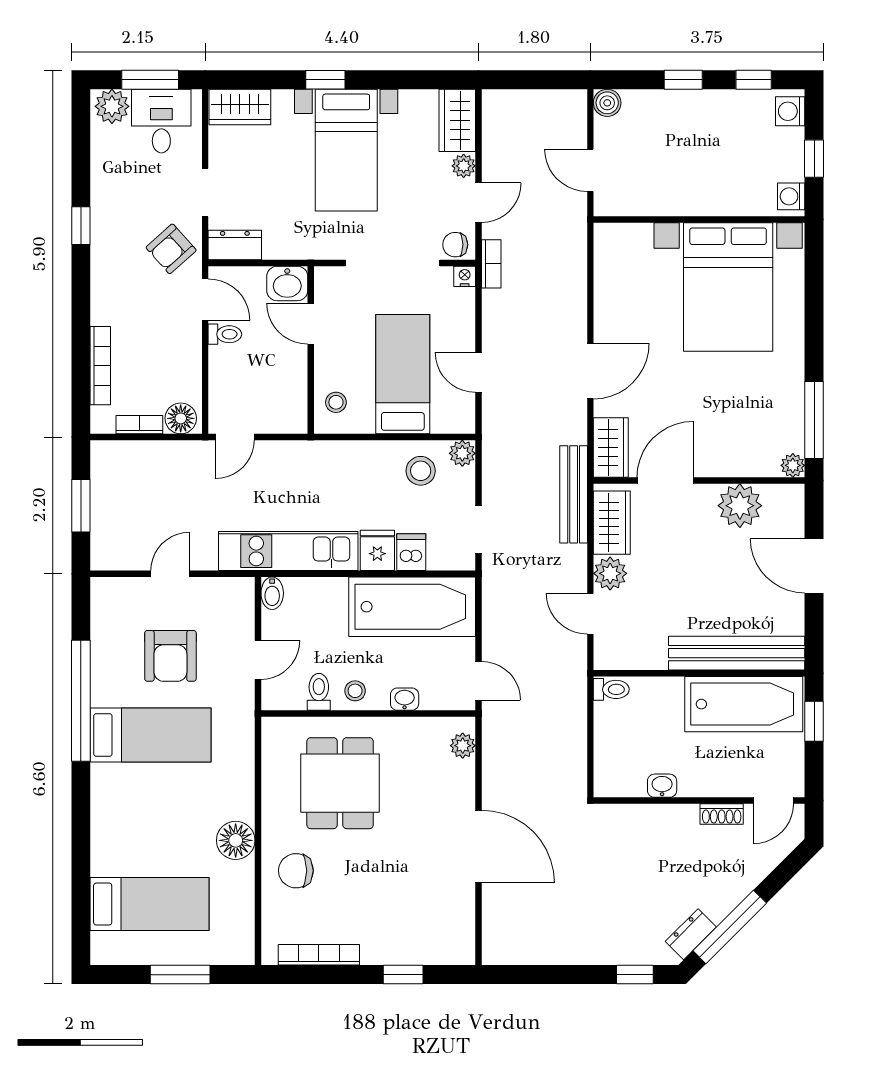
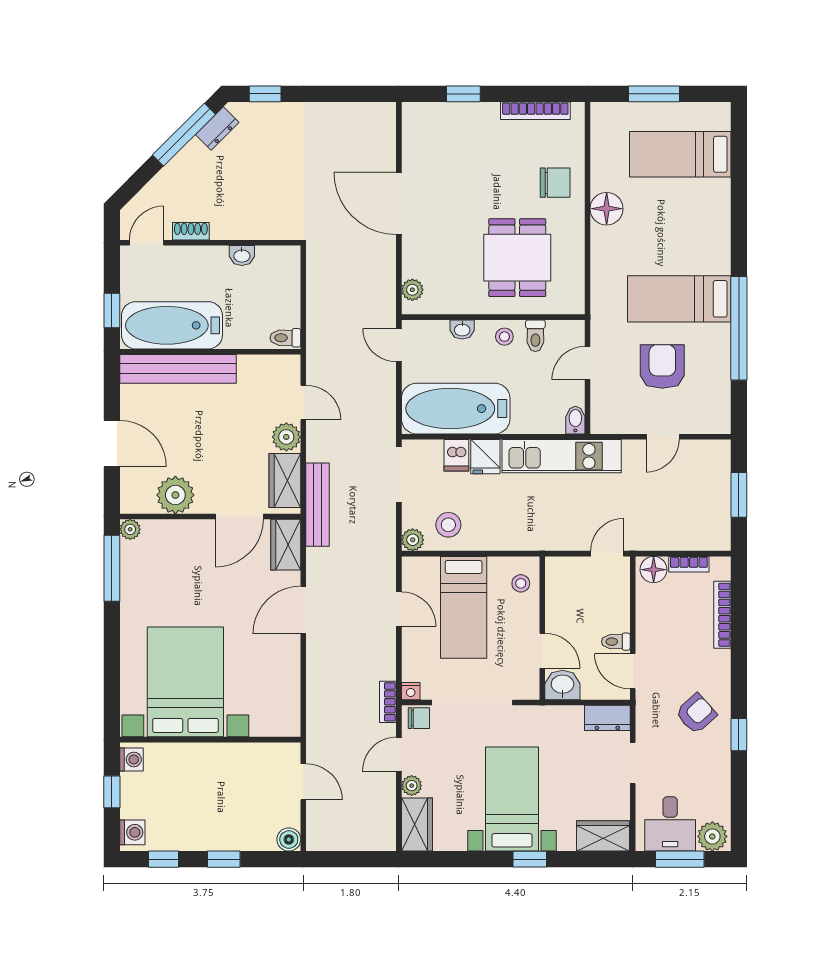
armchair: (171, 249) -> (696, 714), moved
doorway: (479, 529) -> (399, 475), width x1.38

